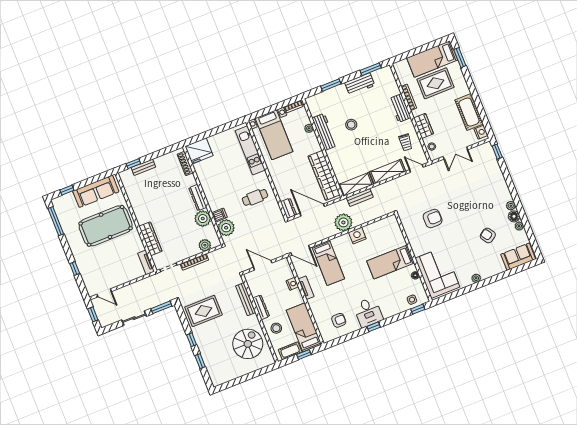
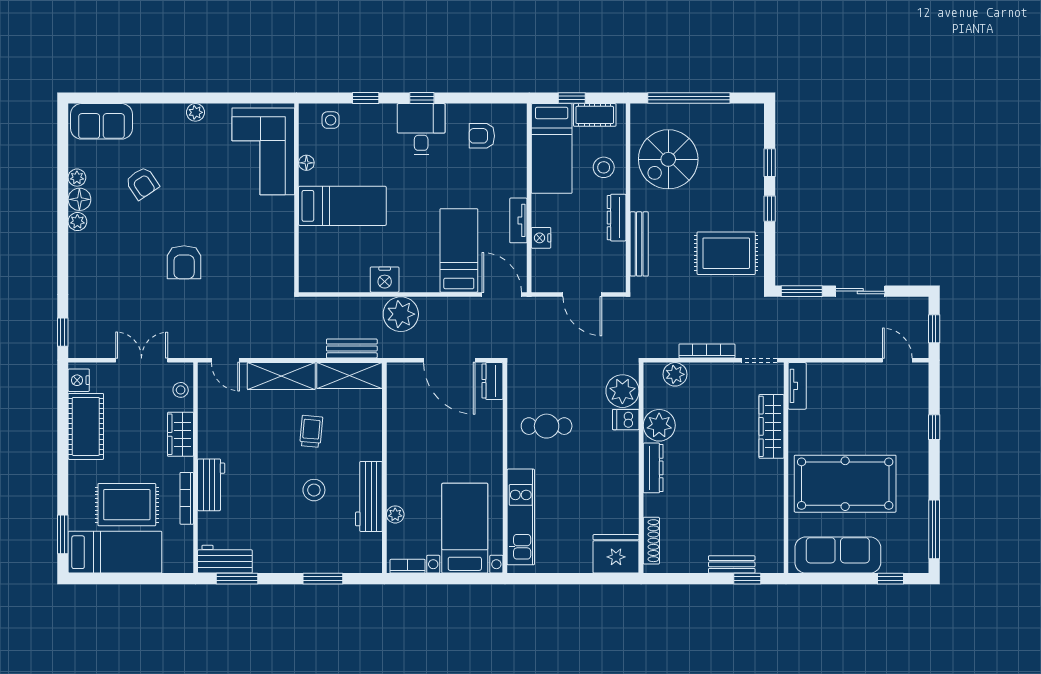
workbench: (360, 84) -> (225, 559), moved
trolley: (406, 142) -> (311, 431), moved
wardrobe: (324, 175) -> (402, 416), removed
armchair: (433, 219) -> (184, 262), moved, turned -90
window: (418, 309) -> (366, 98), moved
window: (249, 376) -> (689, 98), added

